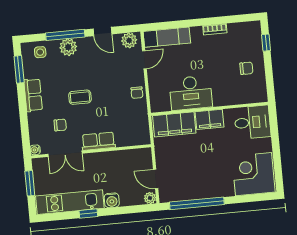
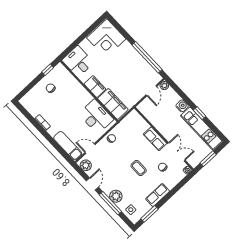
window: (266, 43) -> (48, 70), moved
desk: (191, 93) -> (96, 117), moved

